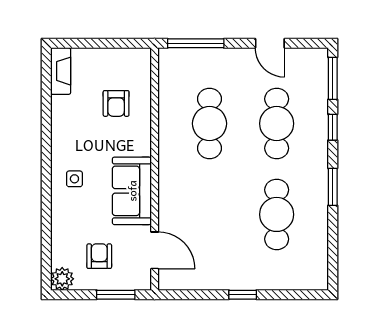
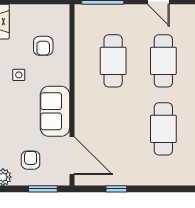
side table: (74, 179) -> (19, 75), moved
door: (155, 250) -> (72, 156), width x1.36
window: (243, 295) -> (116, 189), moved

